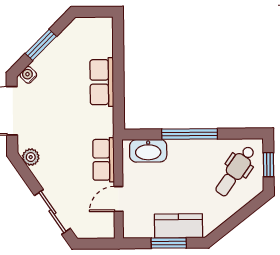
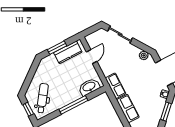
row of seats: (104, 160) -> (115, 86), moved
kitchen counter: (178, 226) -> (68, 52), moved

